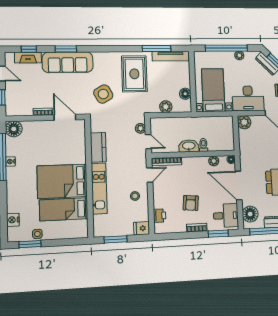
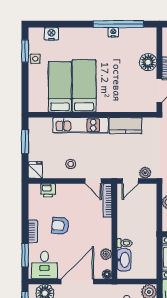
floor lamp: (14, 129) -> (148, 62), moved
washbasin: (189, 146) -> (124, 260), moved
bed: (62, 181) -> (84, 86), width x0.67

